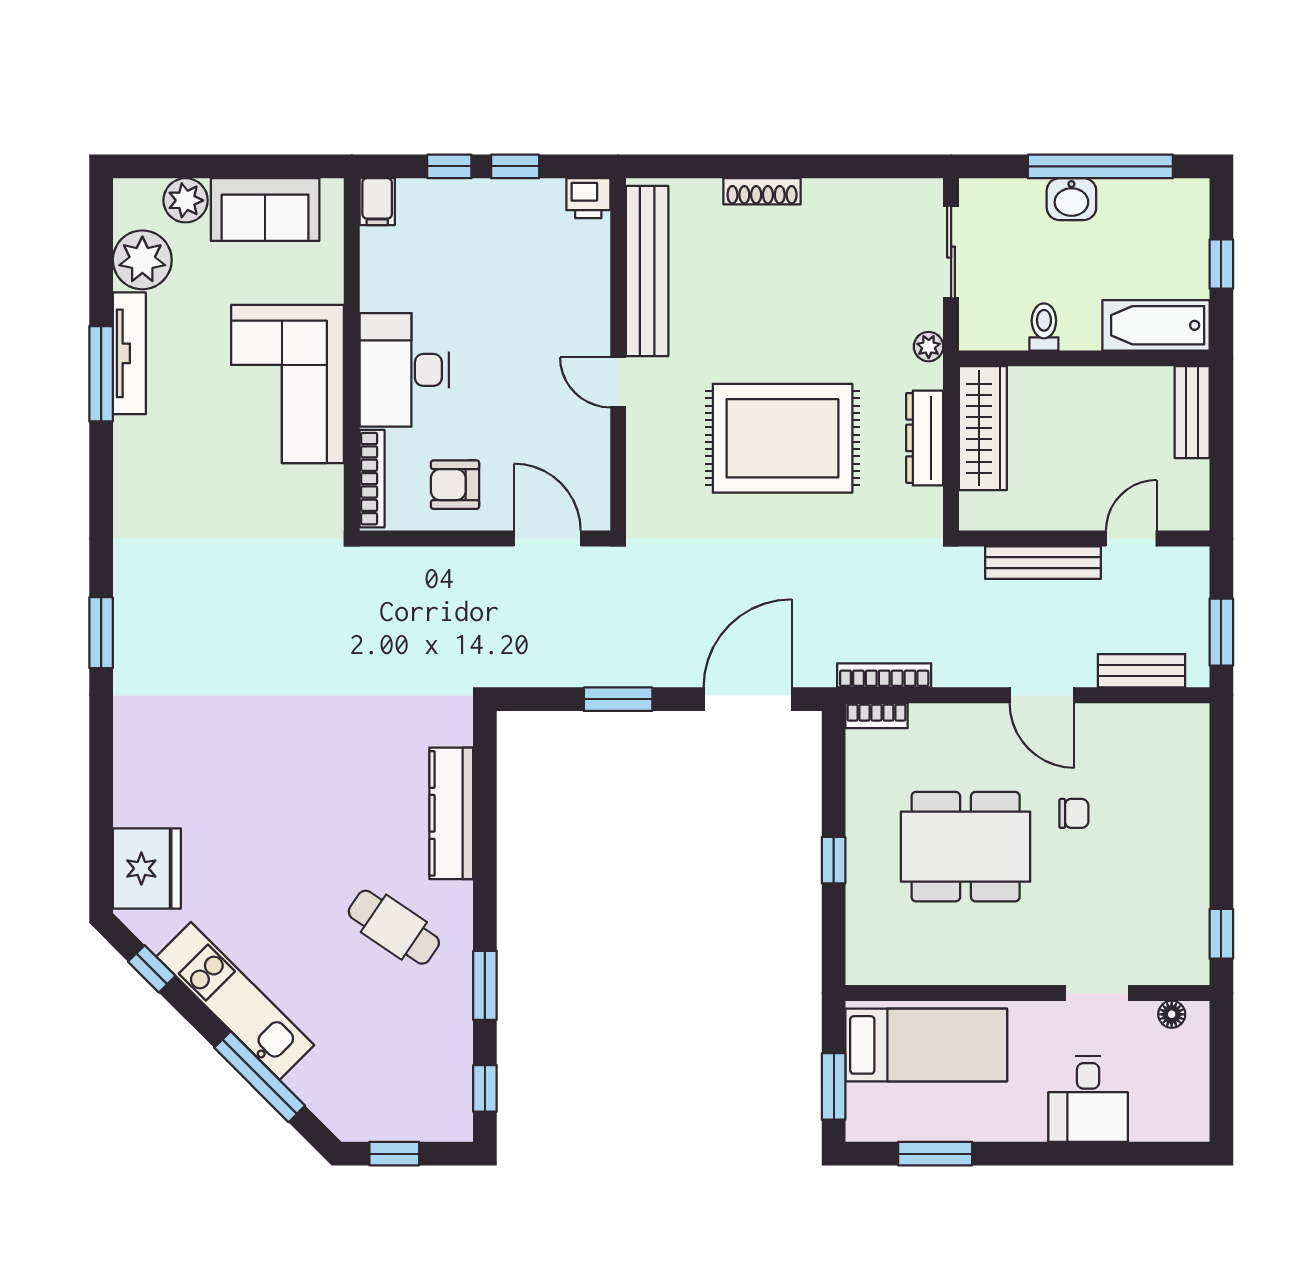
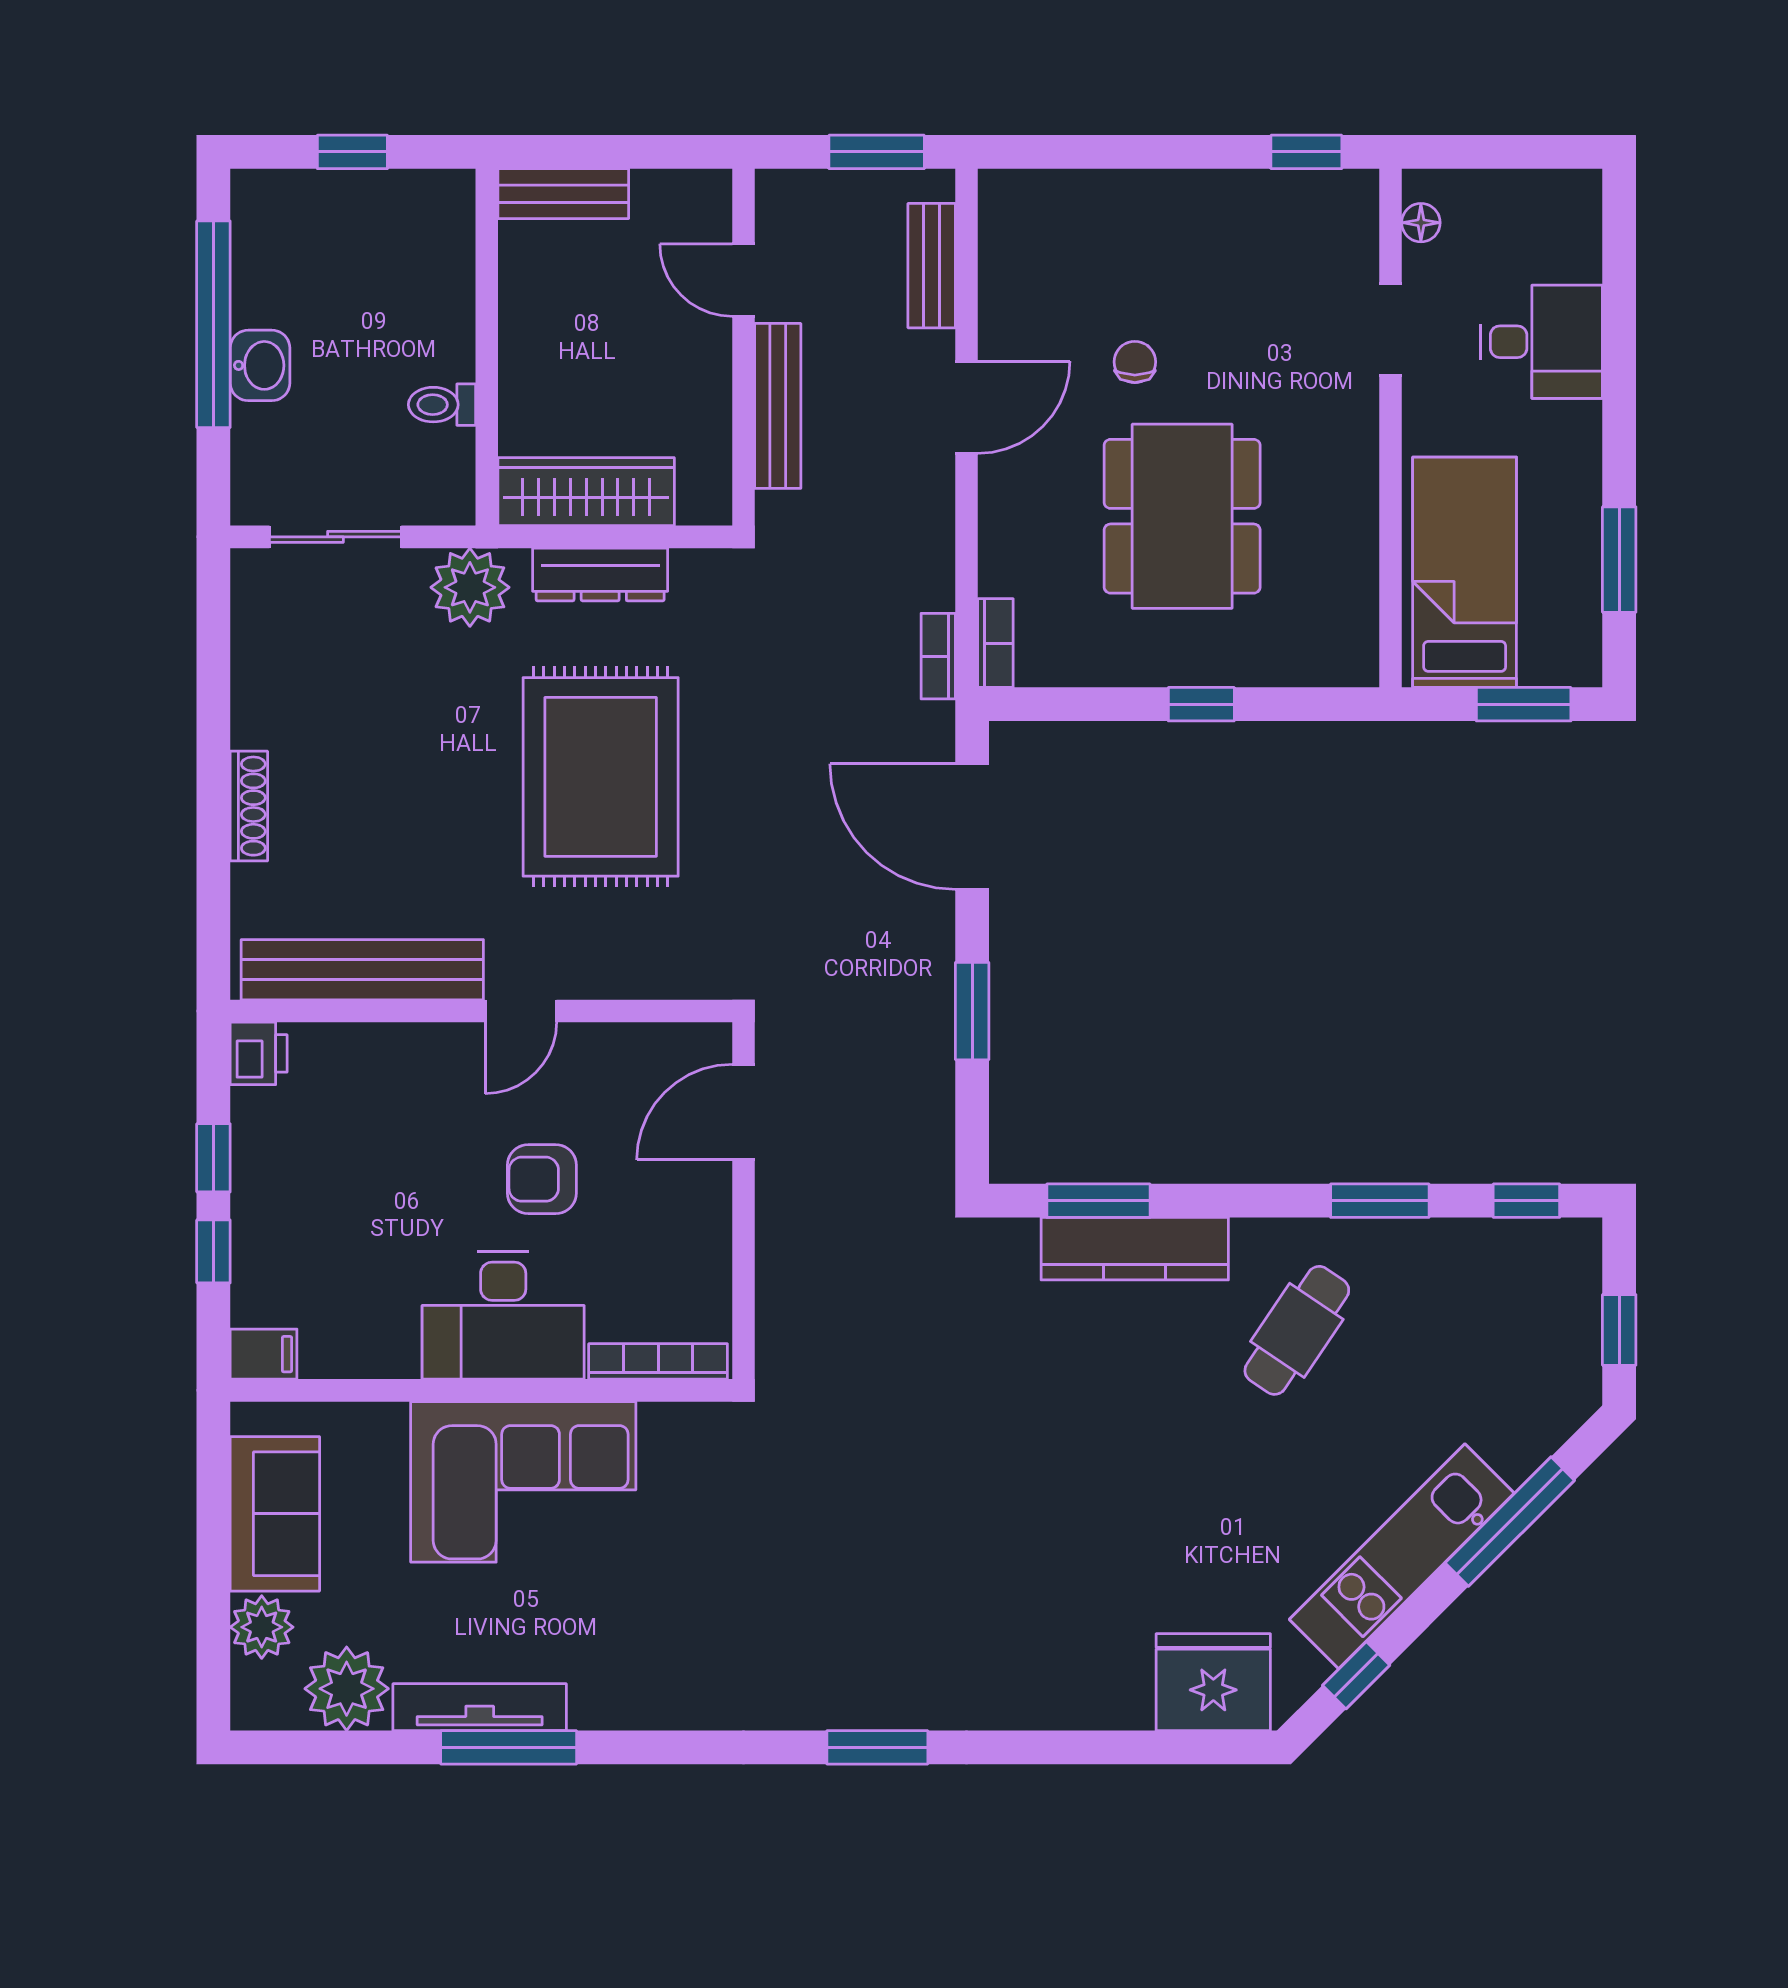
bathtub: (1156, 325) -> (440, 245), removed
plant: (929, 347) -> (470, 587), width x1.88, depth x1.88
armchair: (455, 485) -> (542, 1179), moved, turned 90
bookcase: (884, 675) -> (938, 656), width x0.64
window: (485, 788) -> (1098, 1201), added

